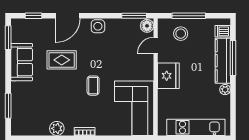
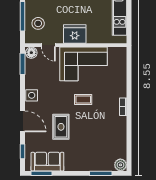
sofa: (22, 62) -> (47, 162), moved
corner sofa: (134, 108) -> (83, 64), moved
plant: (57, 128) -> (120, 165), moved

